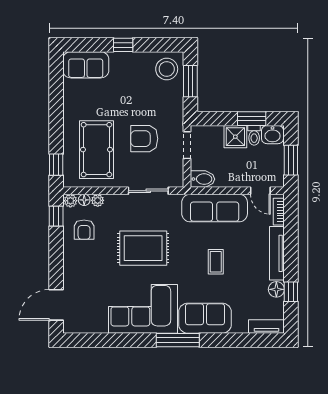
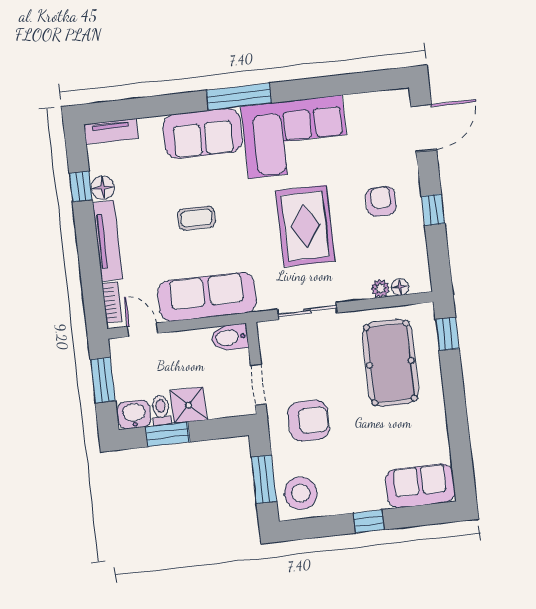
armchair: (144, 139) -> (309, 421), moved
plant: (70, 201) -> (420, 283), removed
window: (56, 216) -> (433, 210), moved
armchair: (84, 230) -> (381, 201), moved
rug: (143, 248) -> (305, 226), turned 90
coffee table: (216, 262) -> (196, 218), turned 90

